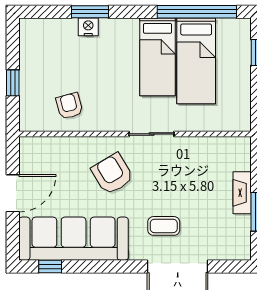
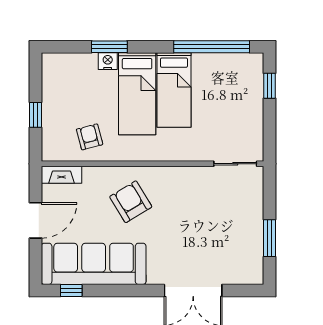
bed: (196, 61) -> (137, 94), moved
sliding door: (152, 134) -> (235, 164), moved
fireplace: (242, 193) -> (61, 175), moved, turned -90
coffee table: (164, 226) -> (180, 252), removed

